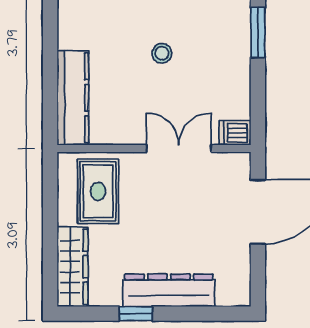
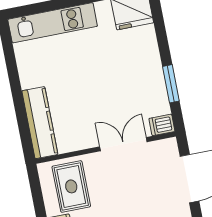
window: (258, 33) -> (171, 84), moved
stool: (162, 53) -> (98, 78), removed

